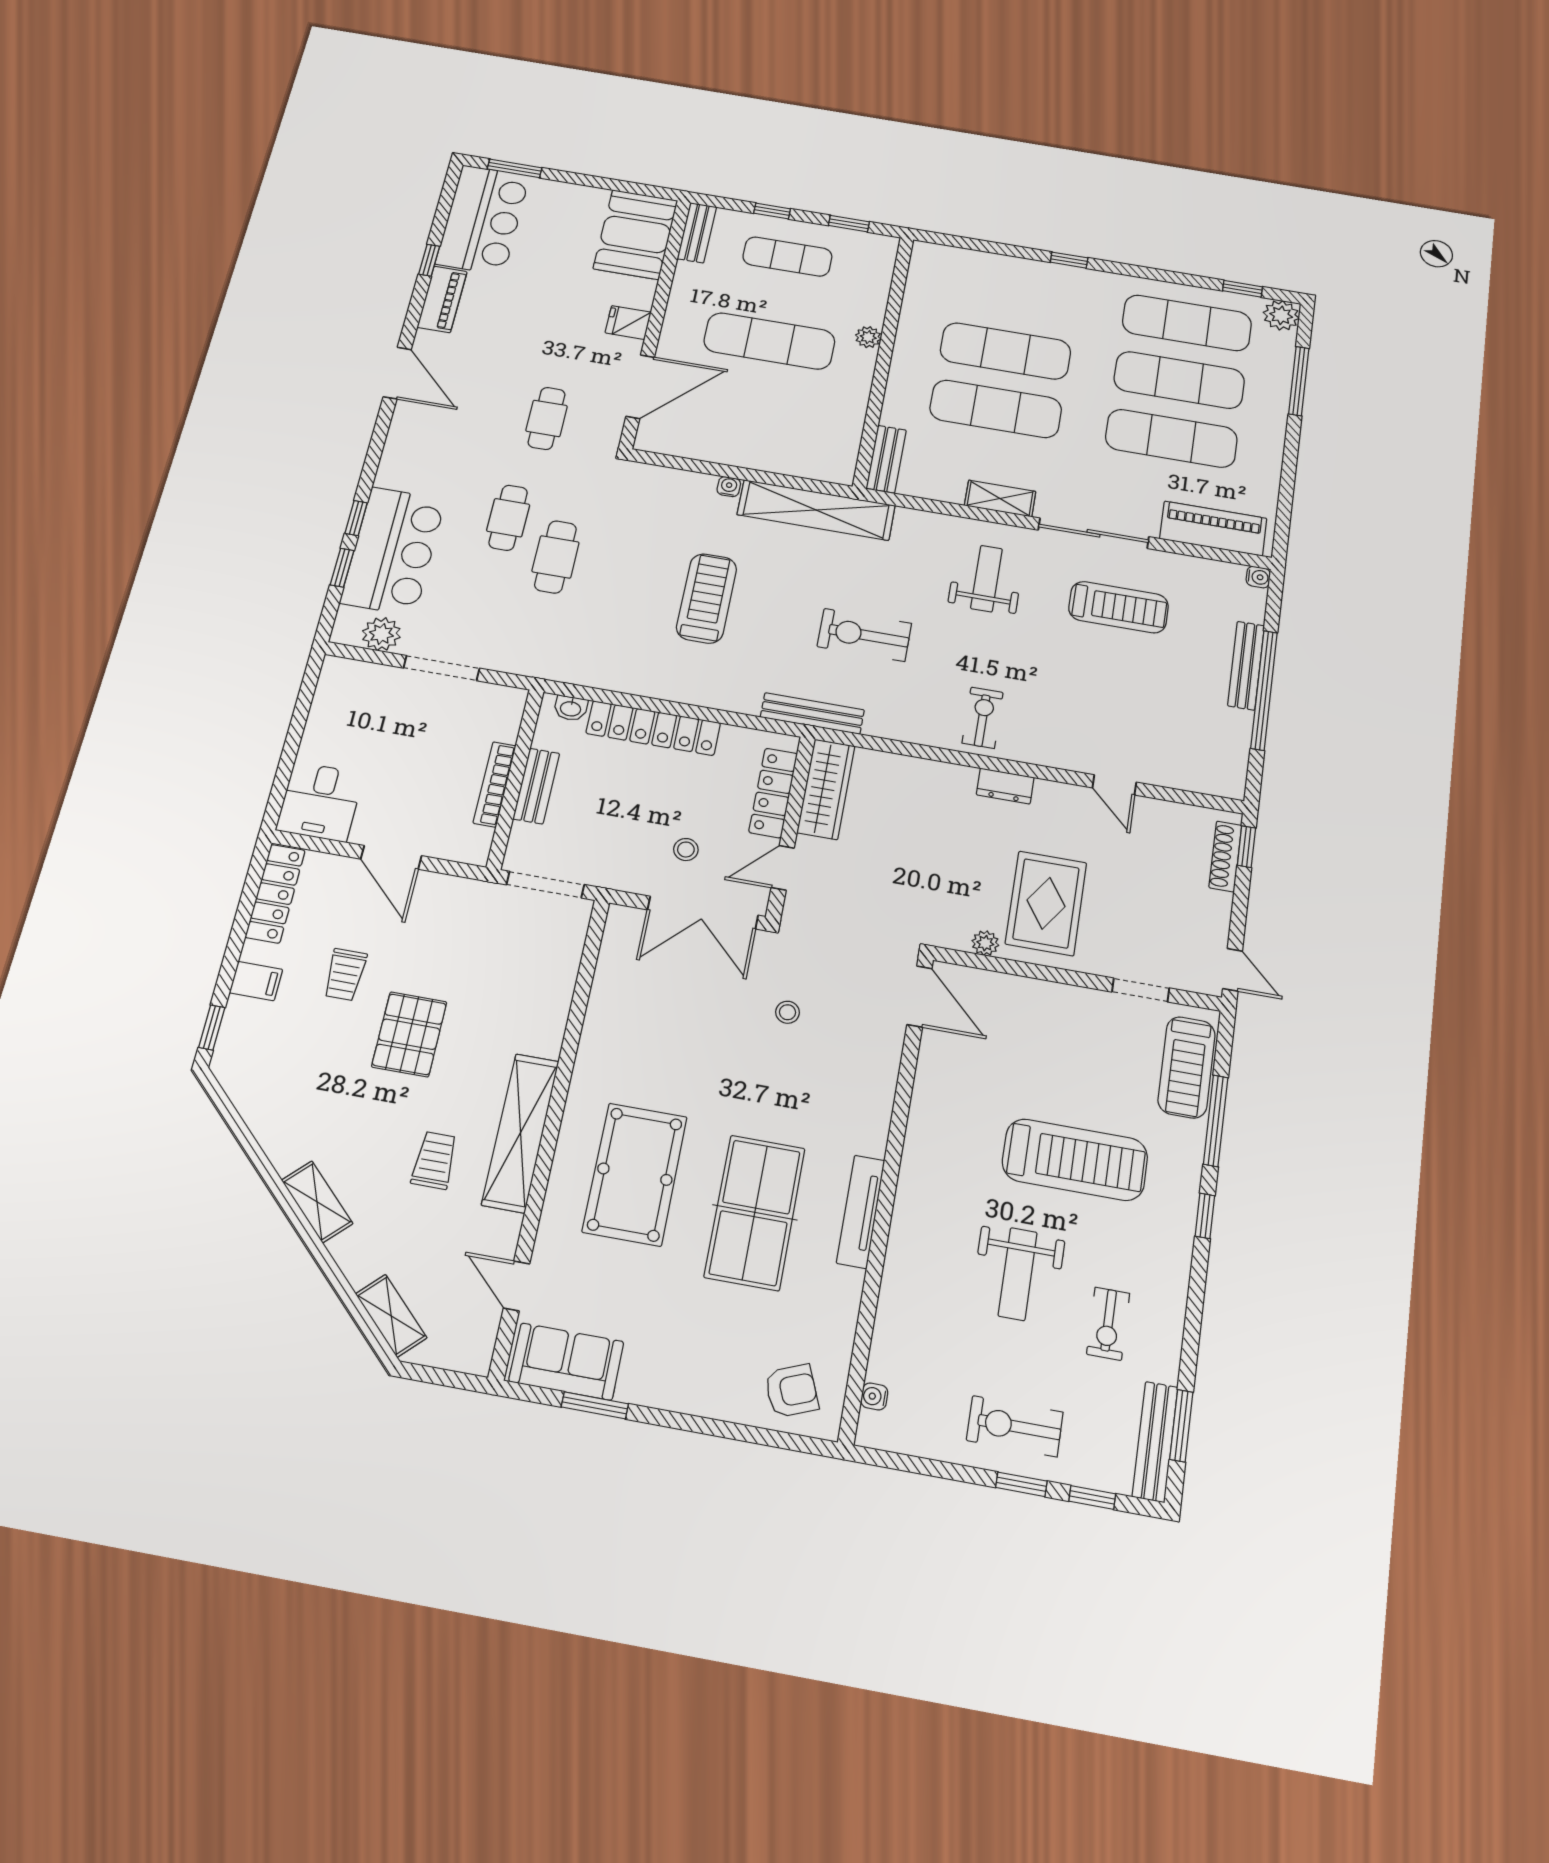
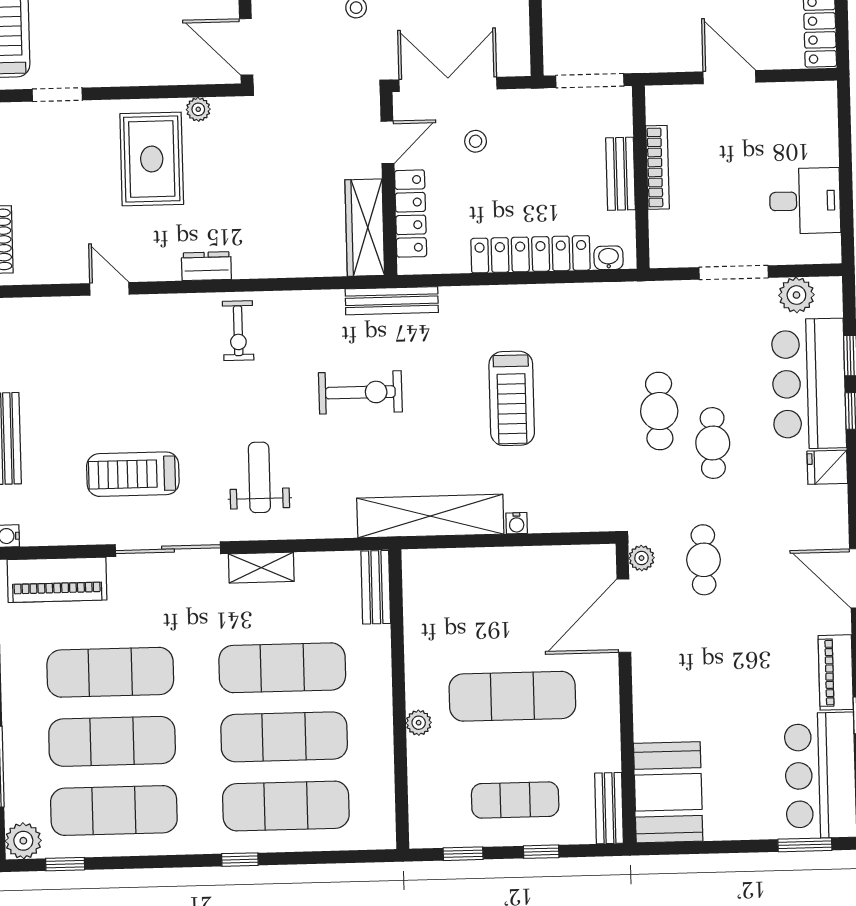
exercise mat: (1015, 294) -> (286, 806), added
fridge: (628, 322) -> (827, 467), moved, turned 180
plant: (609, 432) -> (642, 558), added
weight bench: (986, 579) -> (259, 477), turned 180
desk: (320, 802) -> (805, 201), moved, turned 90

